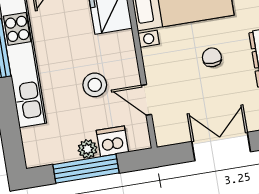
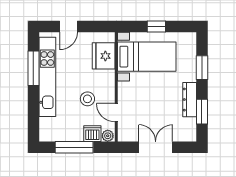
chair: (212, 57) -> (159, 94), removed
plant: (87, 149) -> (108, 136), moved

